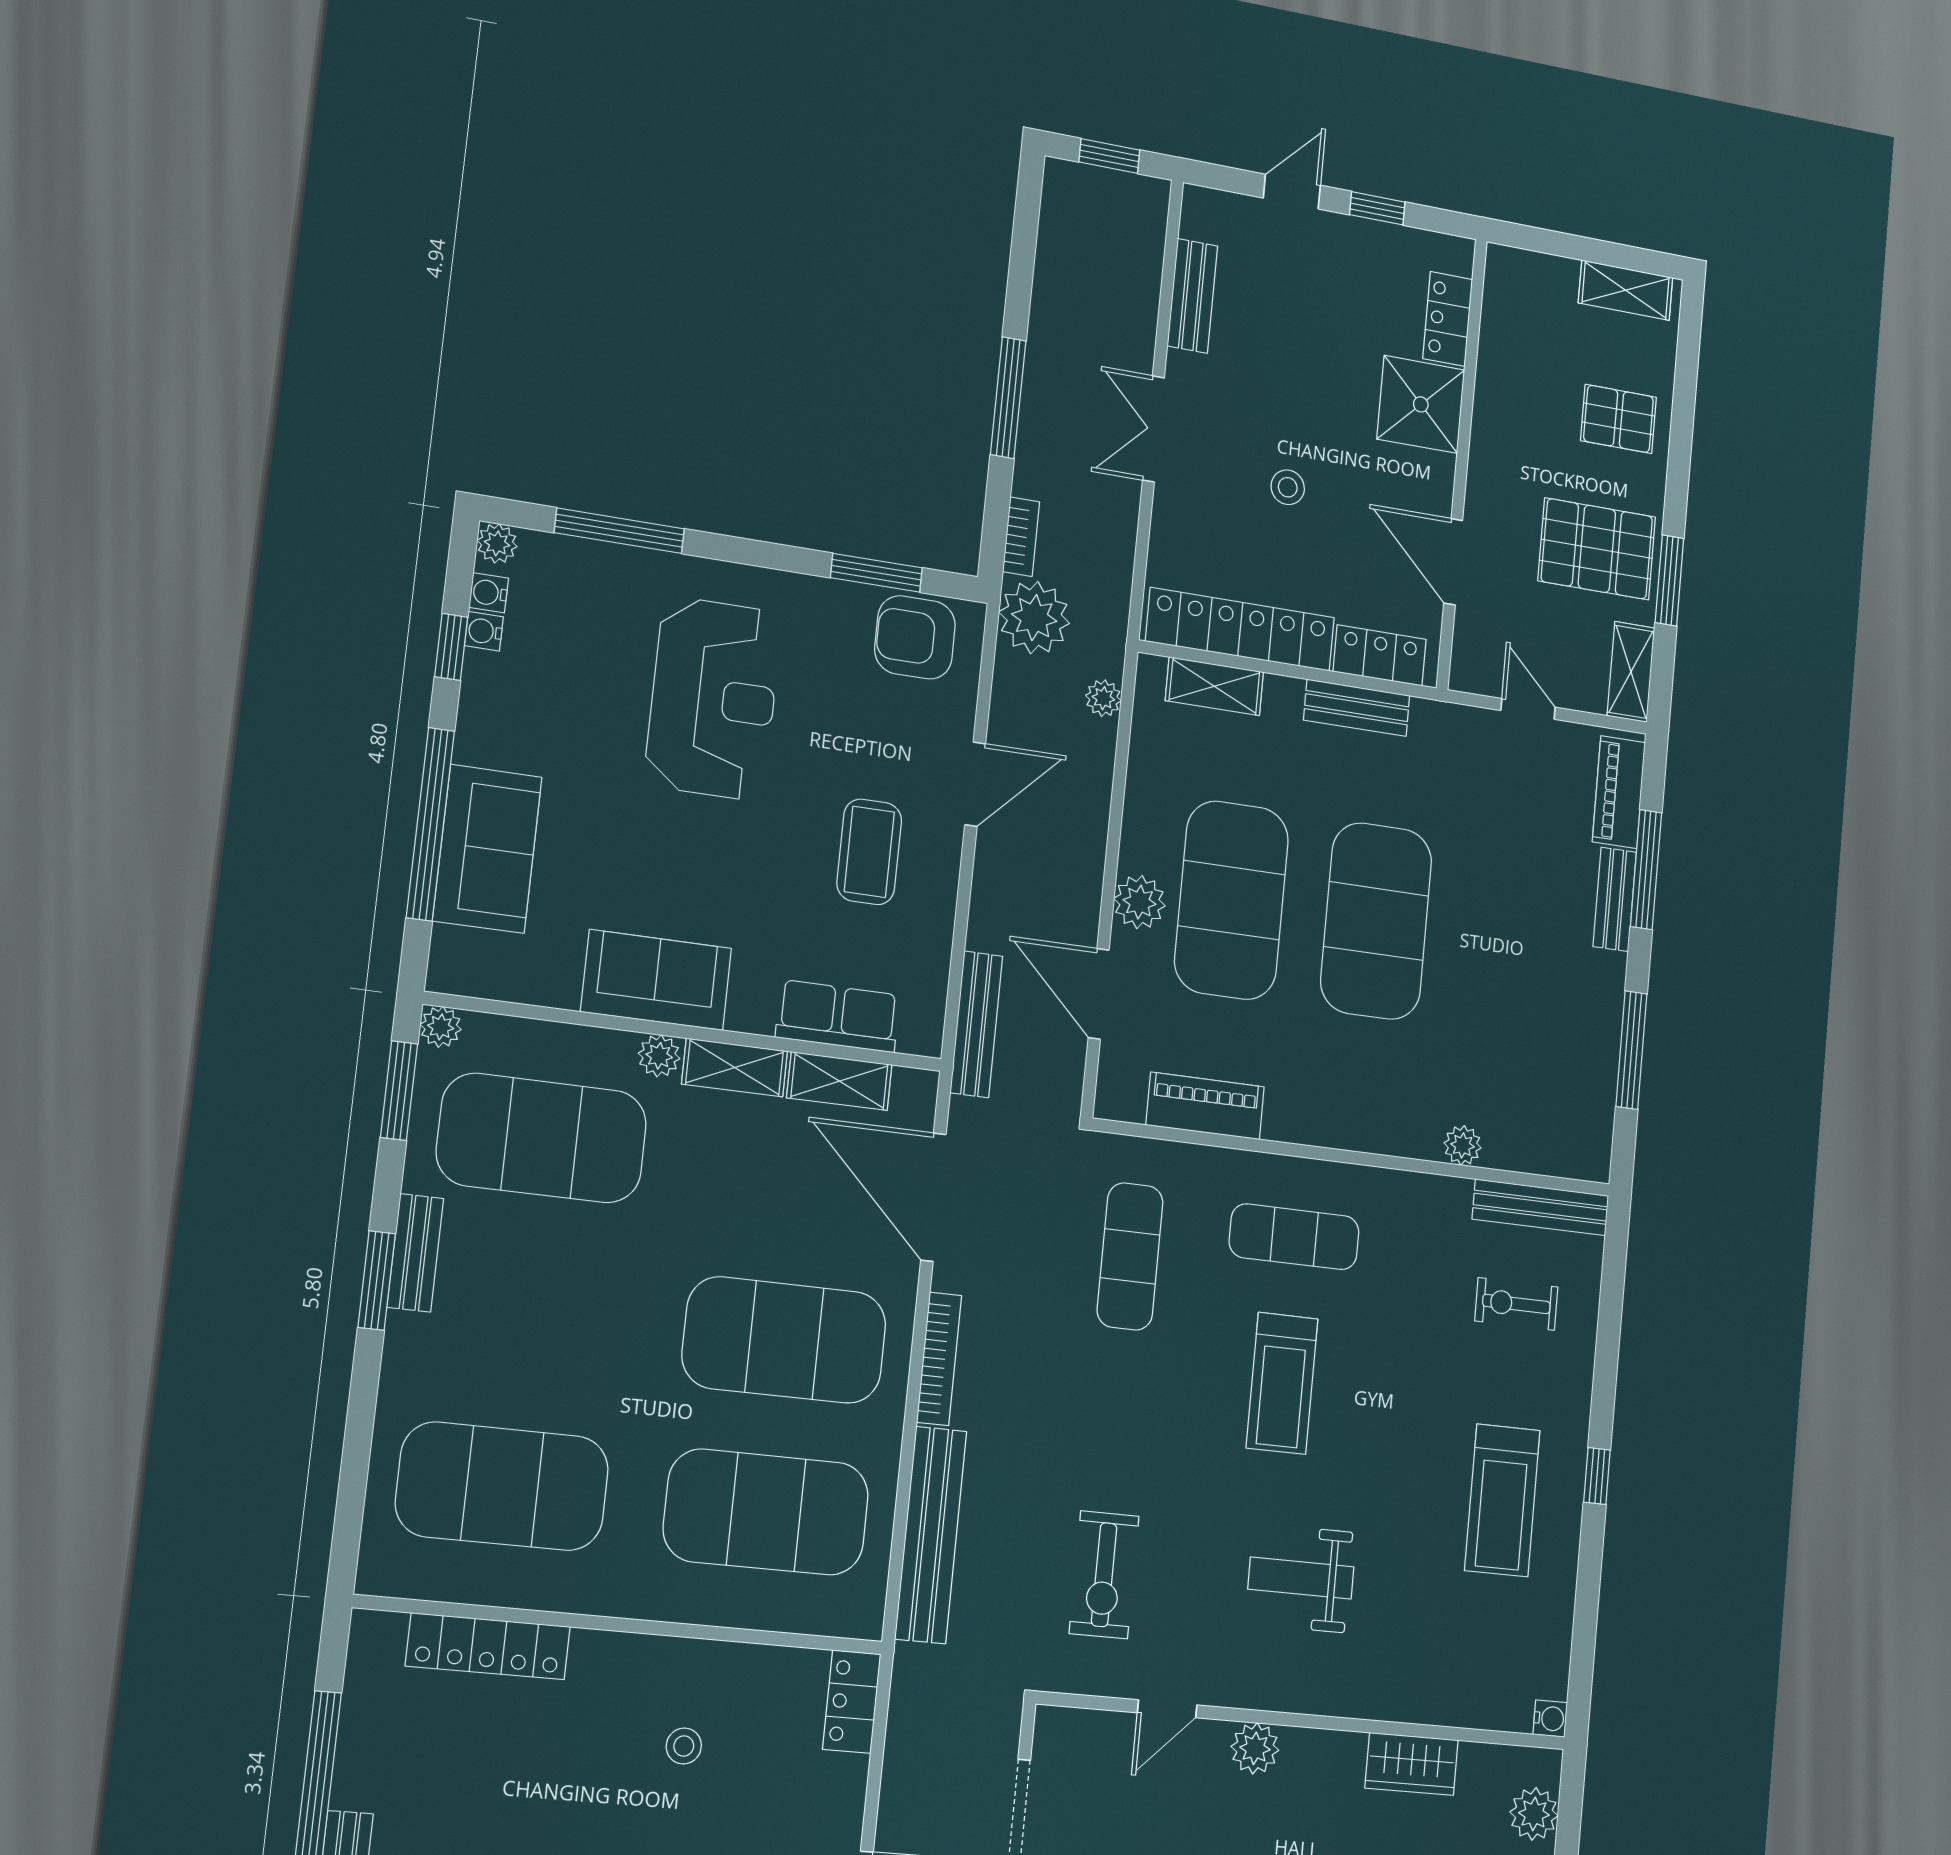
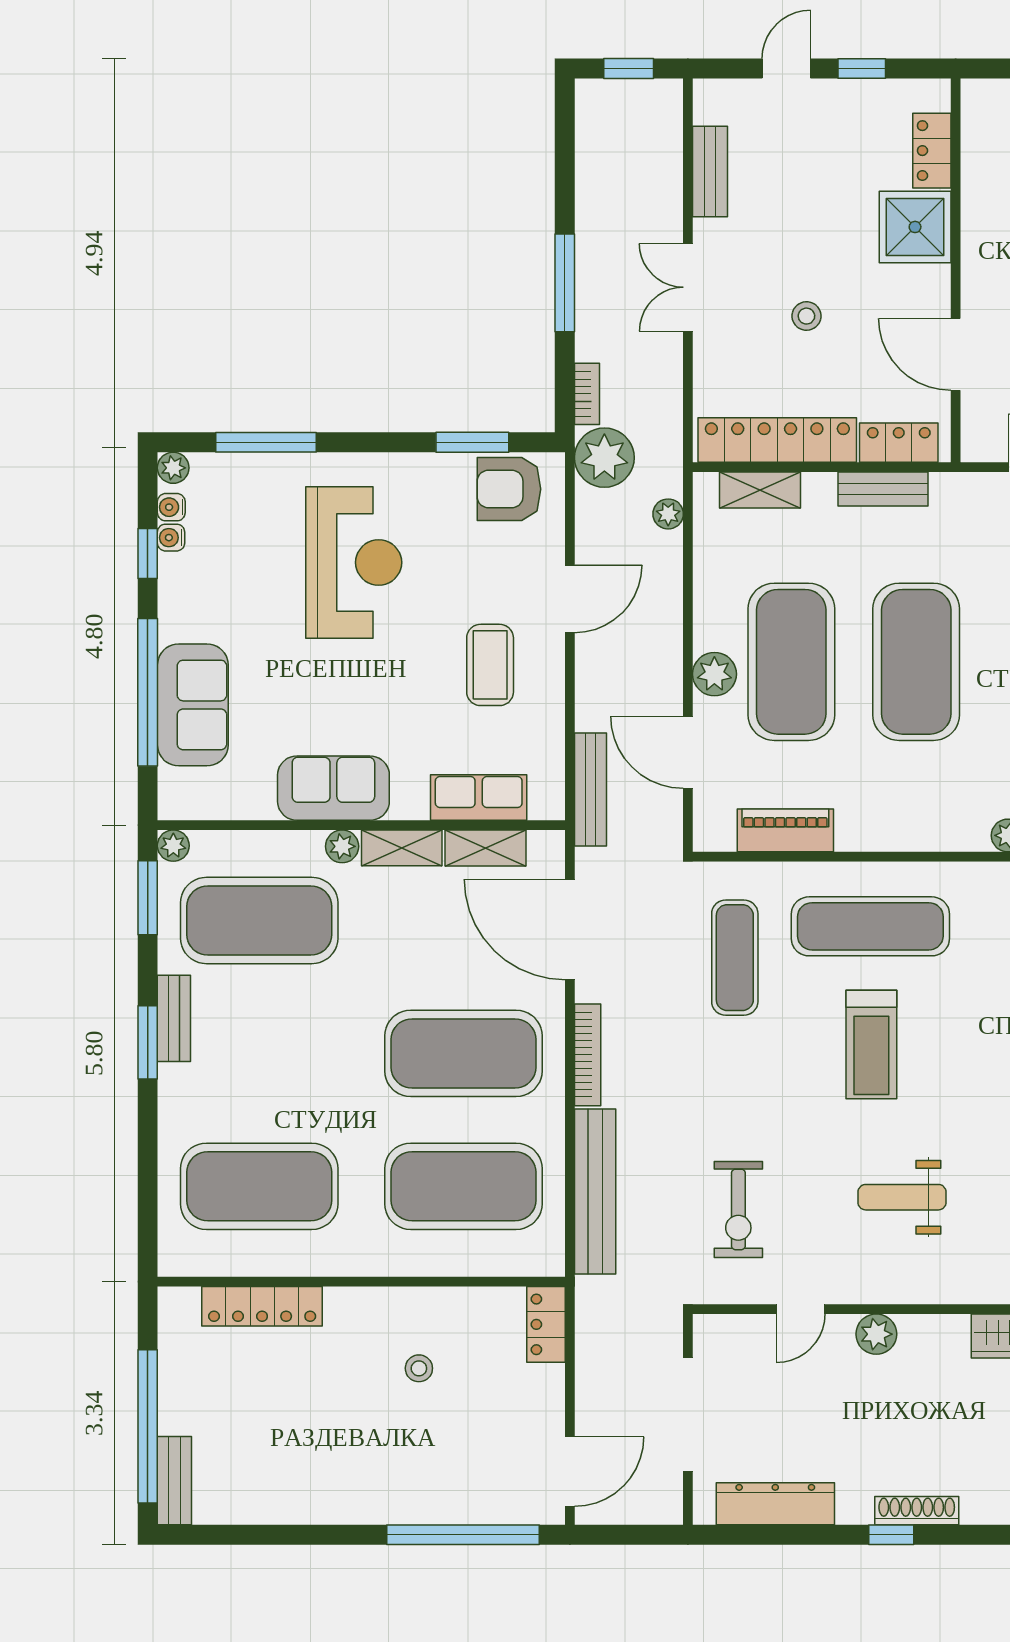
exercise mat: (1294, 1237) -> (870, 926), width x1.36, depth x1.45

